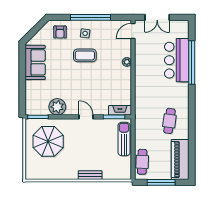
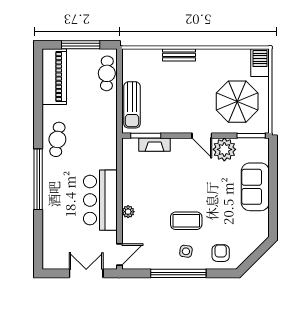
bar counter: (177, 60) -> (100, 200), moved, turned 180
sofa: (35, 62) -> (255, 187), moved
window: (192, 62) -> (38, 179), moved
fireplace: (120, 110) -> (155, 145), moved
door: (86, 117) -> (202, 136), moved
cafe table: (169, 121) -> (57, 139), moved
barbecue: (32, 169) -> (260, 63), added

